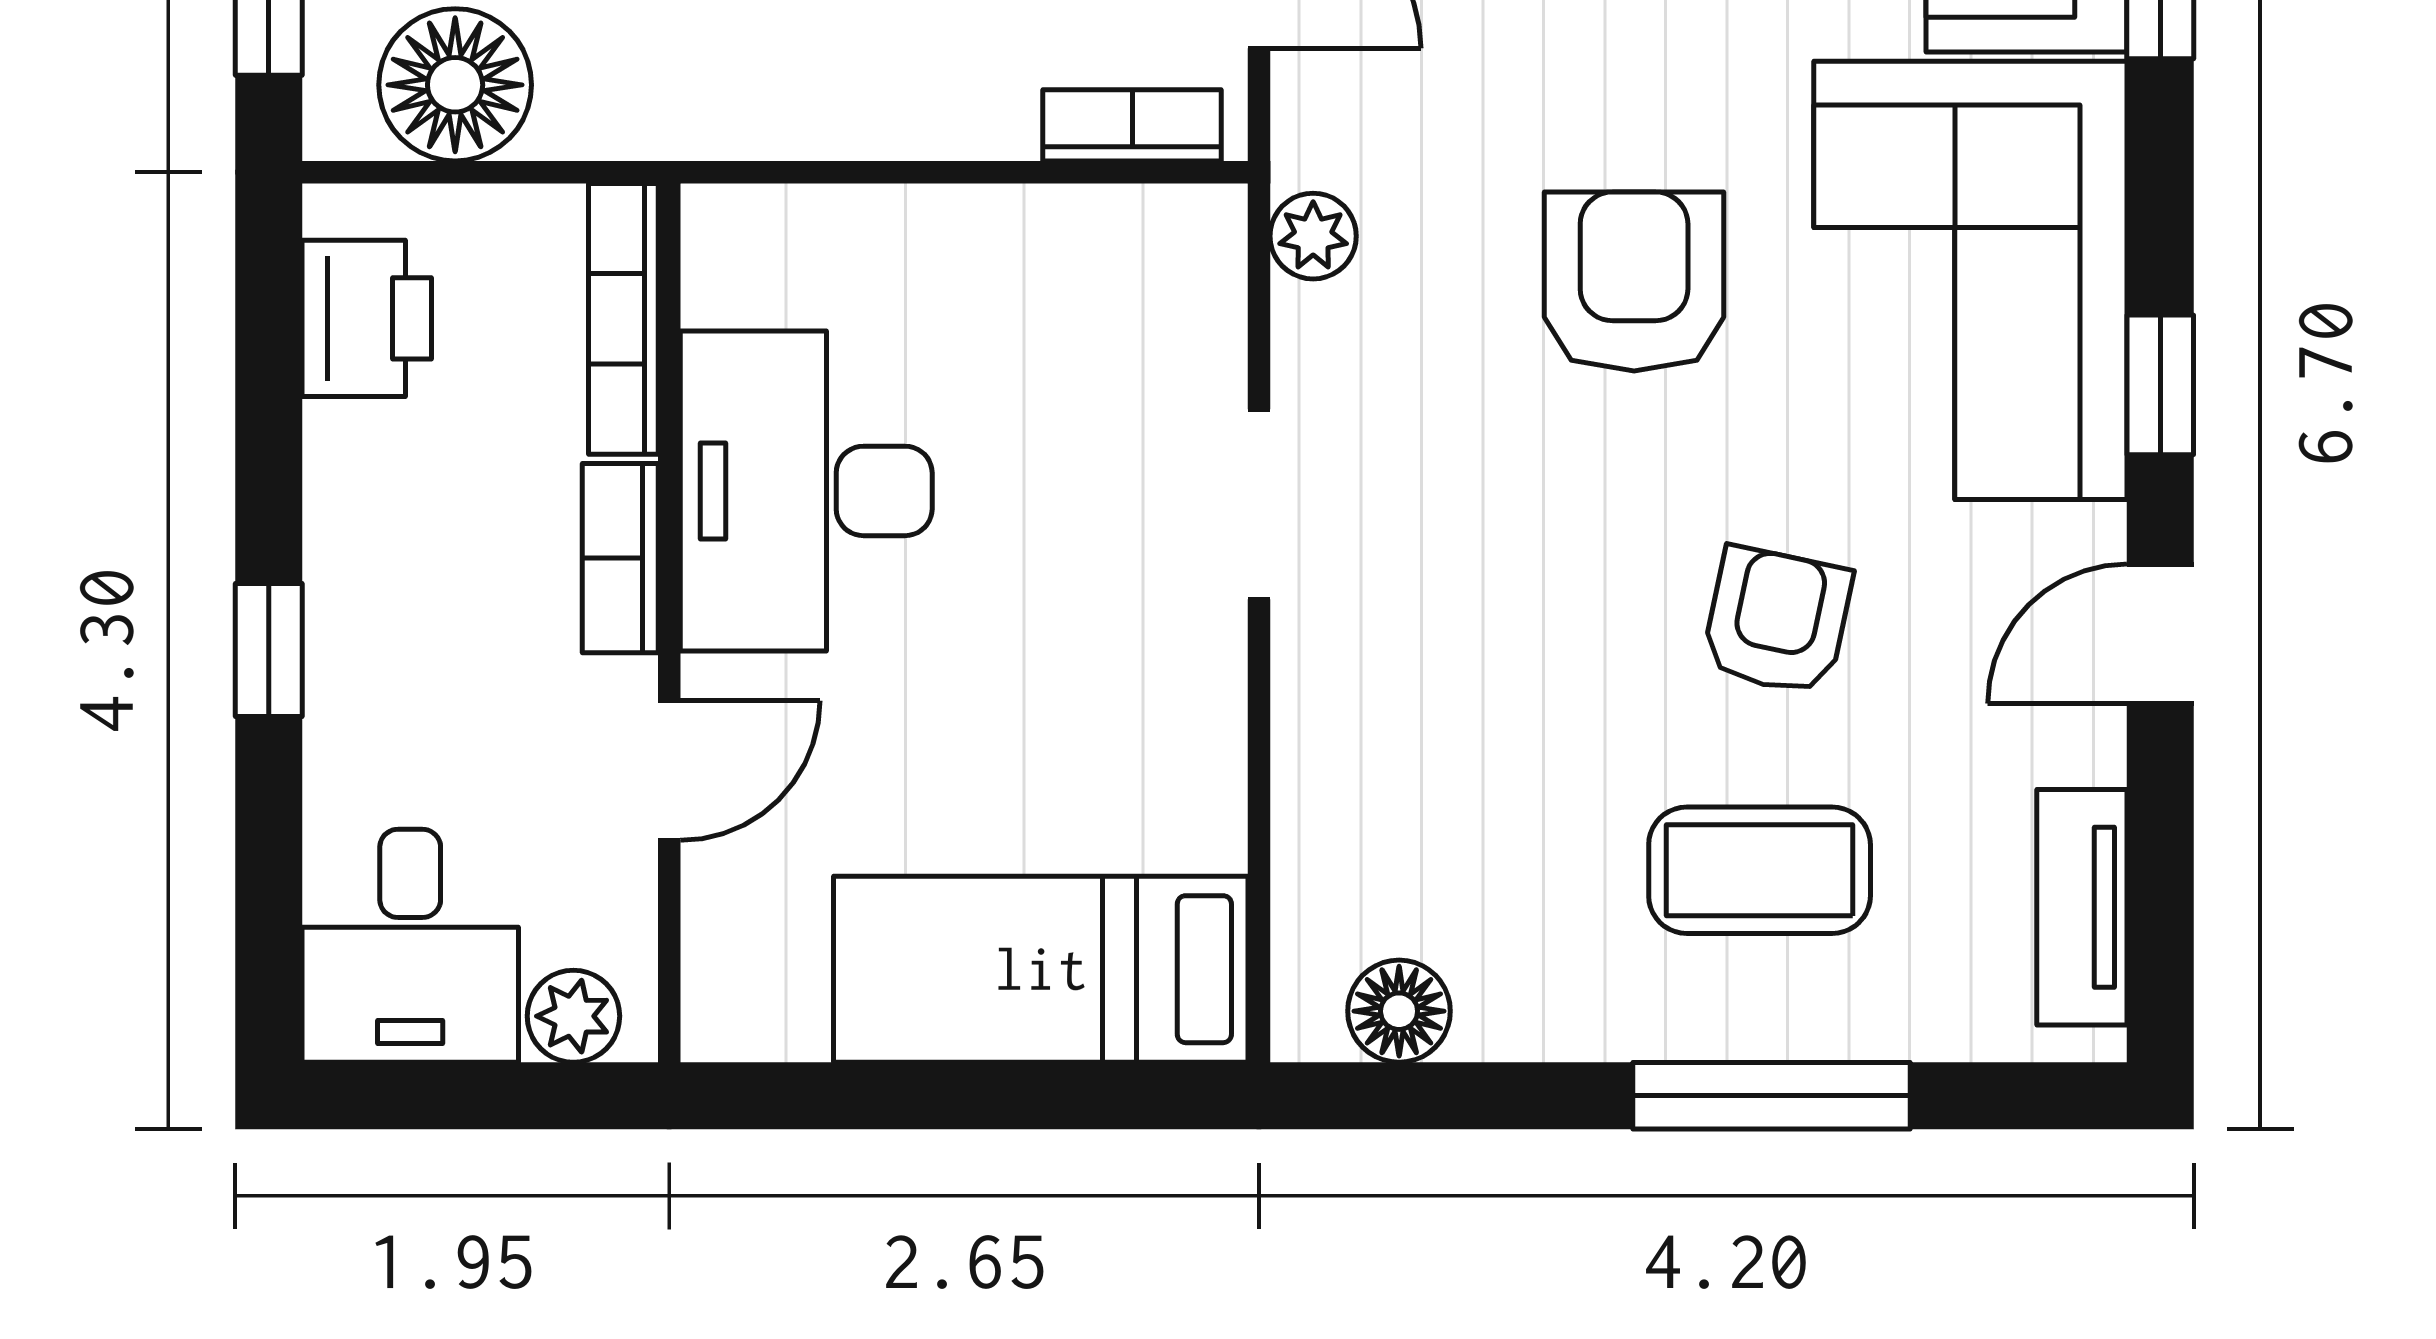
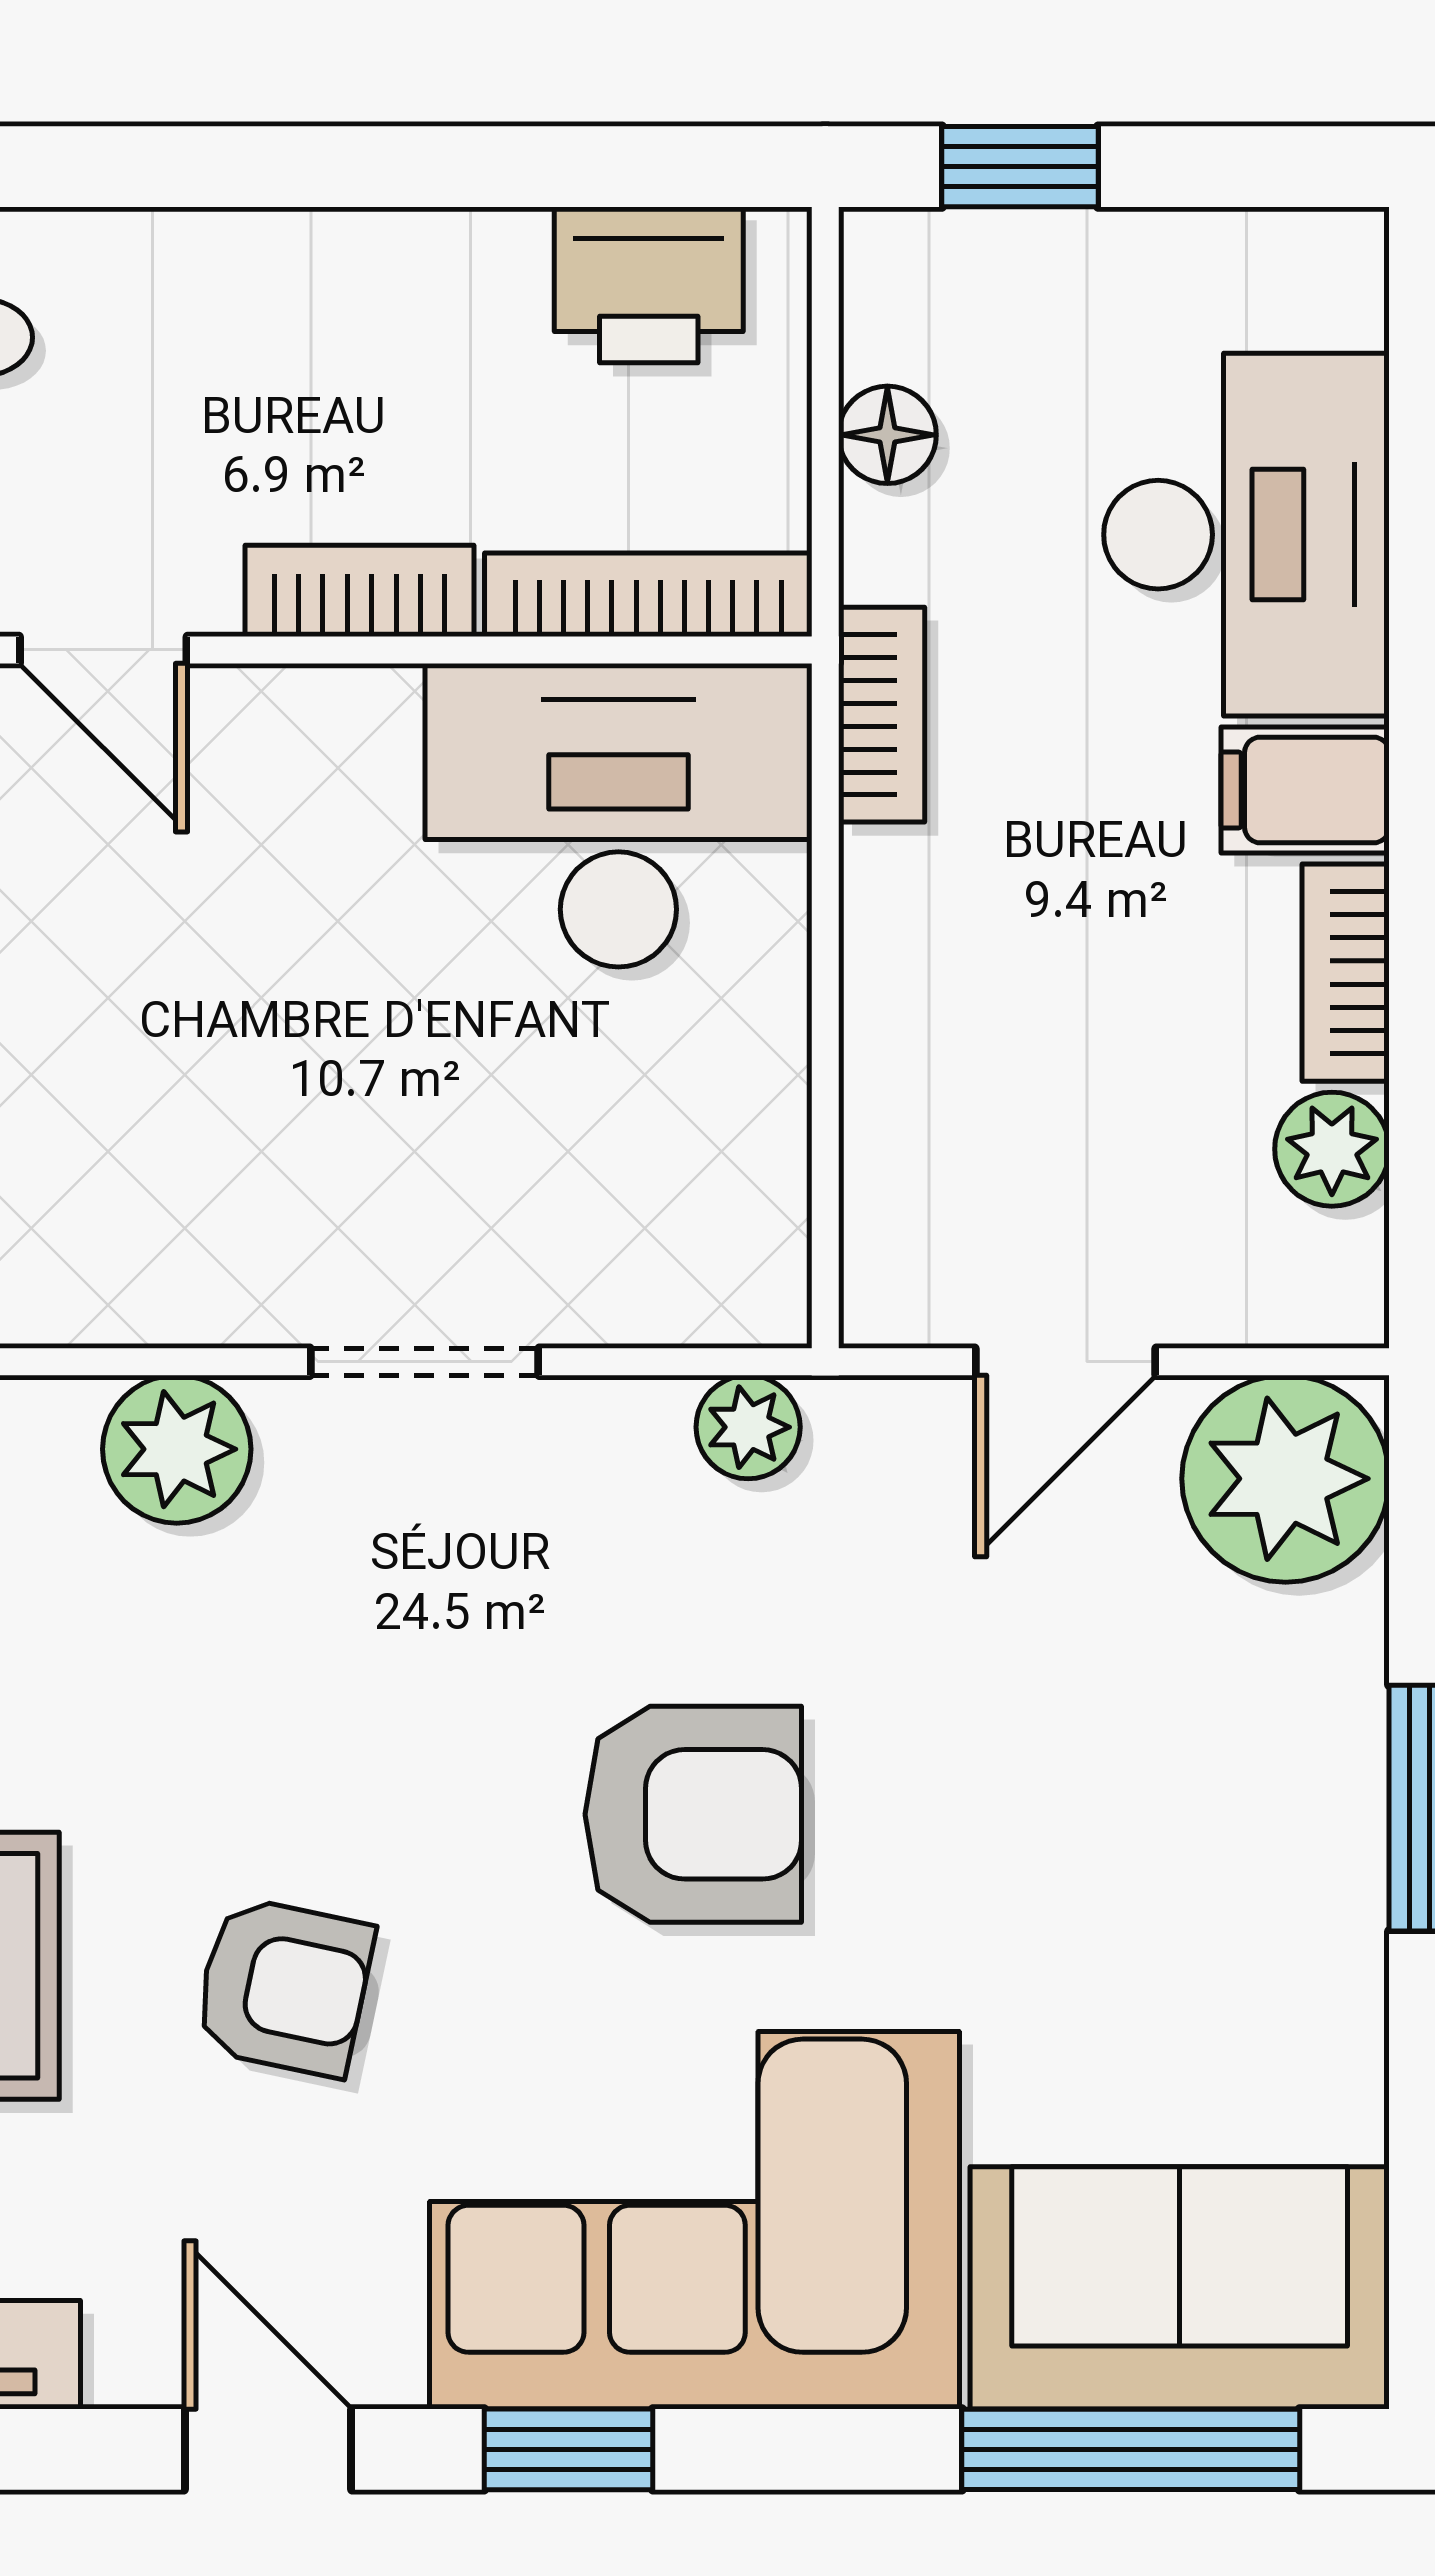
floor lamp: (455, 85) -> (887, 435), width x0.53, depth x0.53
bookcase: (1132, 125) -> (882, 715), moved
desk: (806, 491) -> (618, 815), moved
window: (269, 650) -> (249, 167), removed
plant: (1331, 710) -> (177, 1449), added

